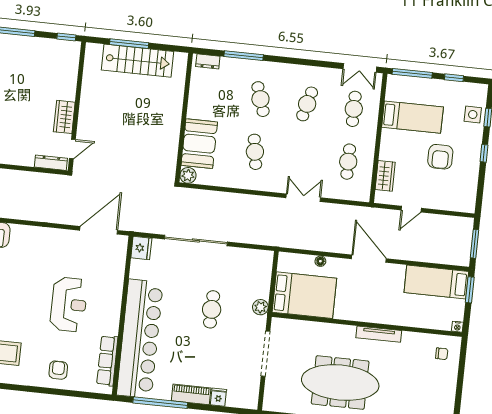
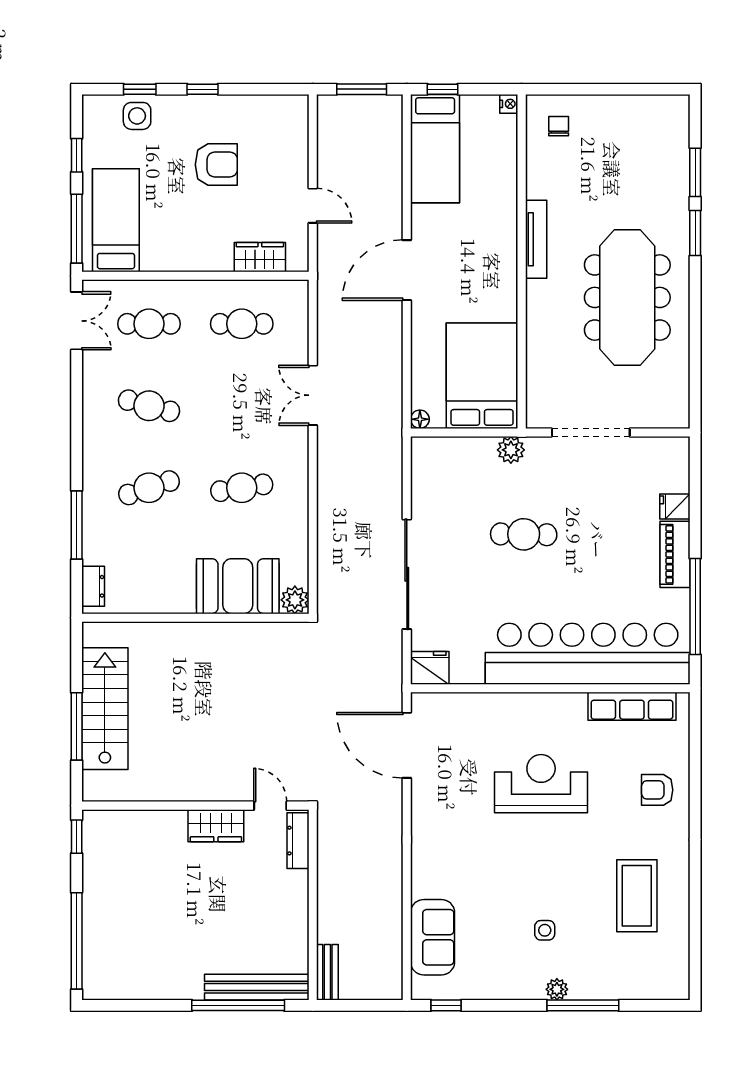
bed: (412, 117) -> (116, 220), moved
floor lamp: (320, 261) -> (420, 419), moved
window: (470, 290) -> (442, 89), width x0.67

